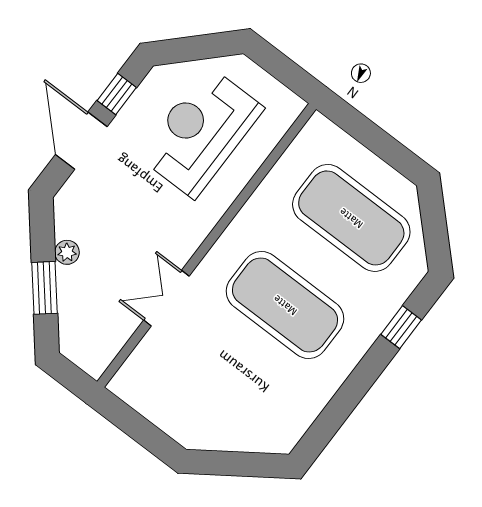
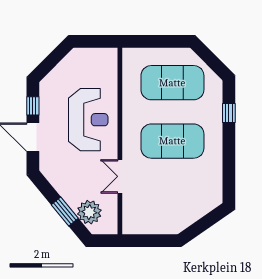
reception desk: (201, 132) -> (88, 120), moved, turned 180
plant: (67, 252) -> (89, 212), moved, width x1.88, depth x1.88

